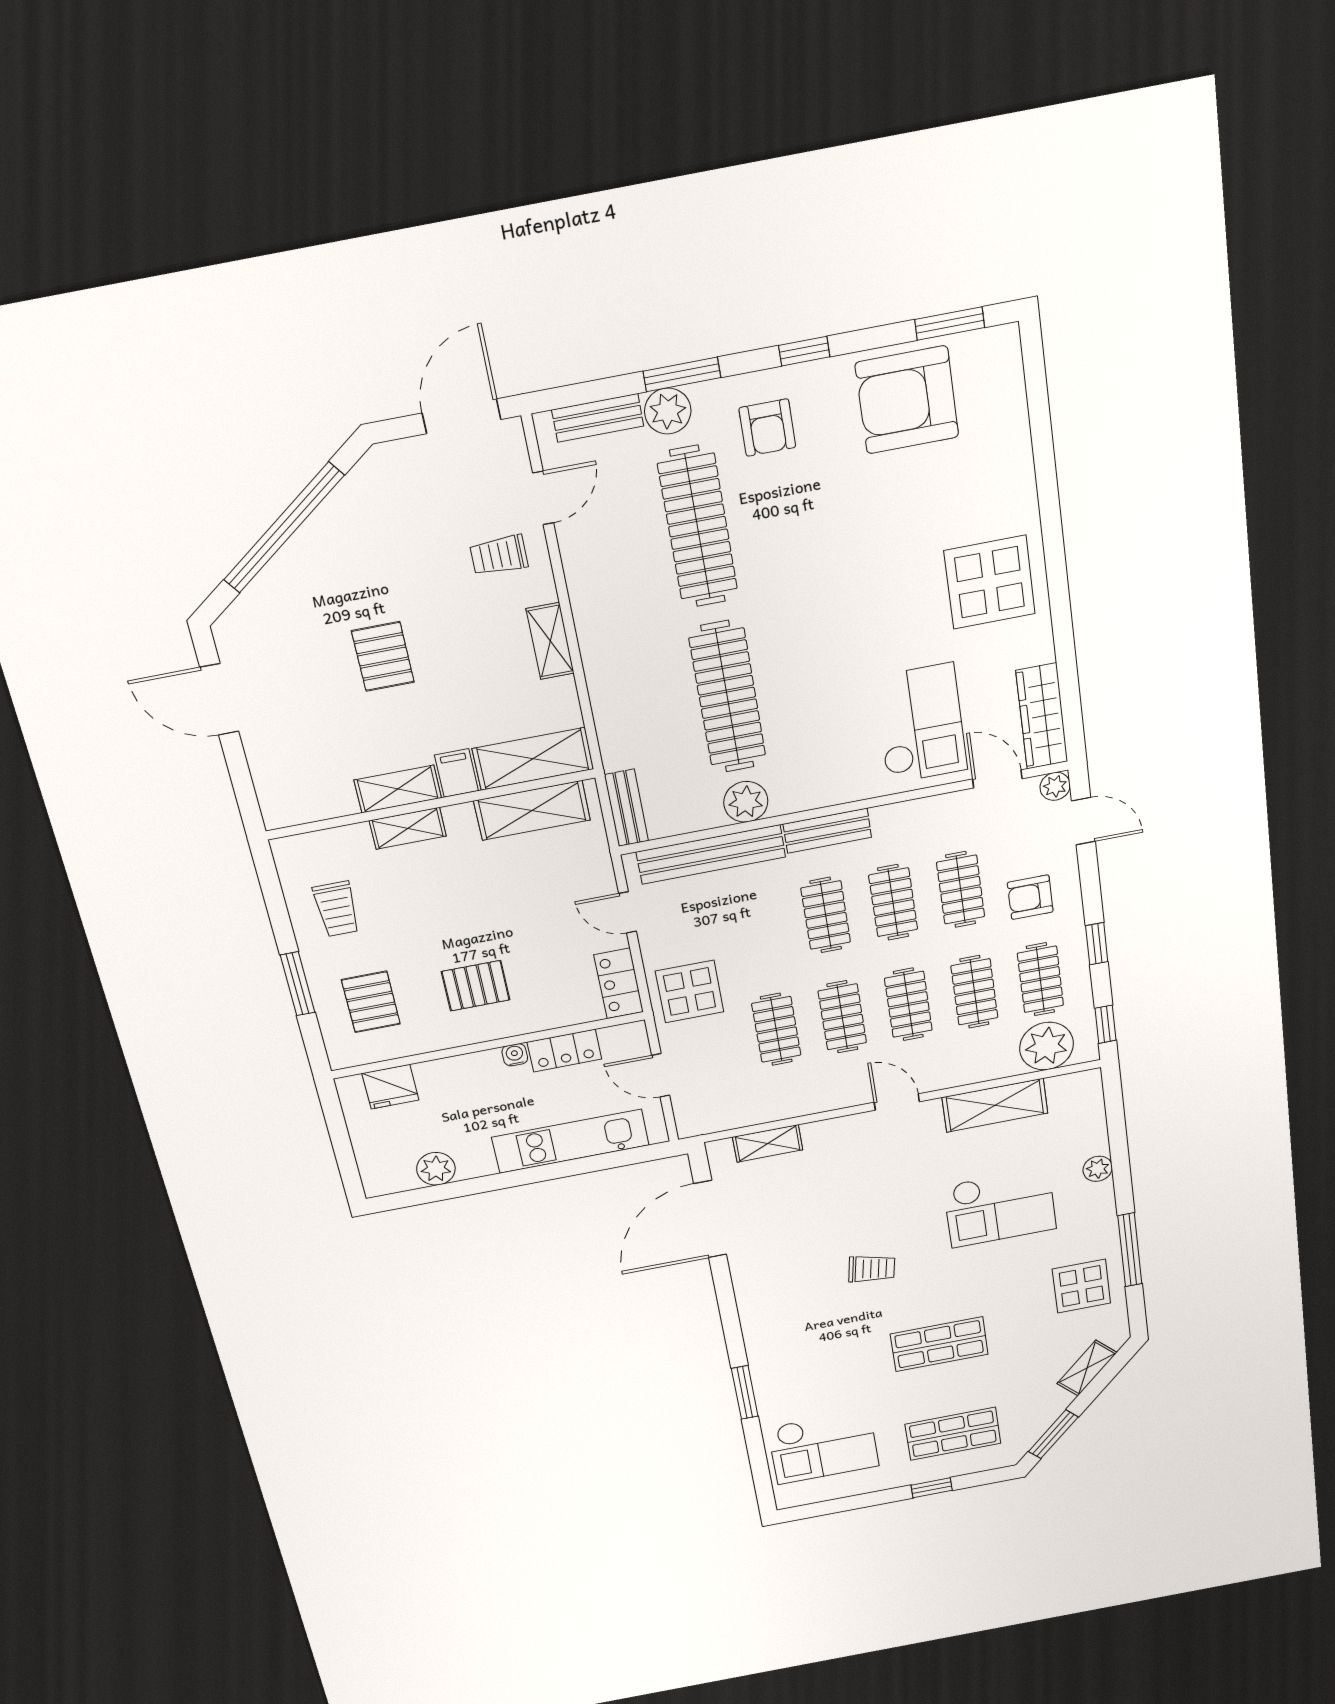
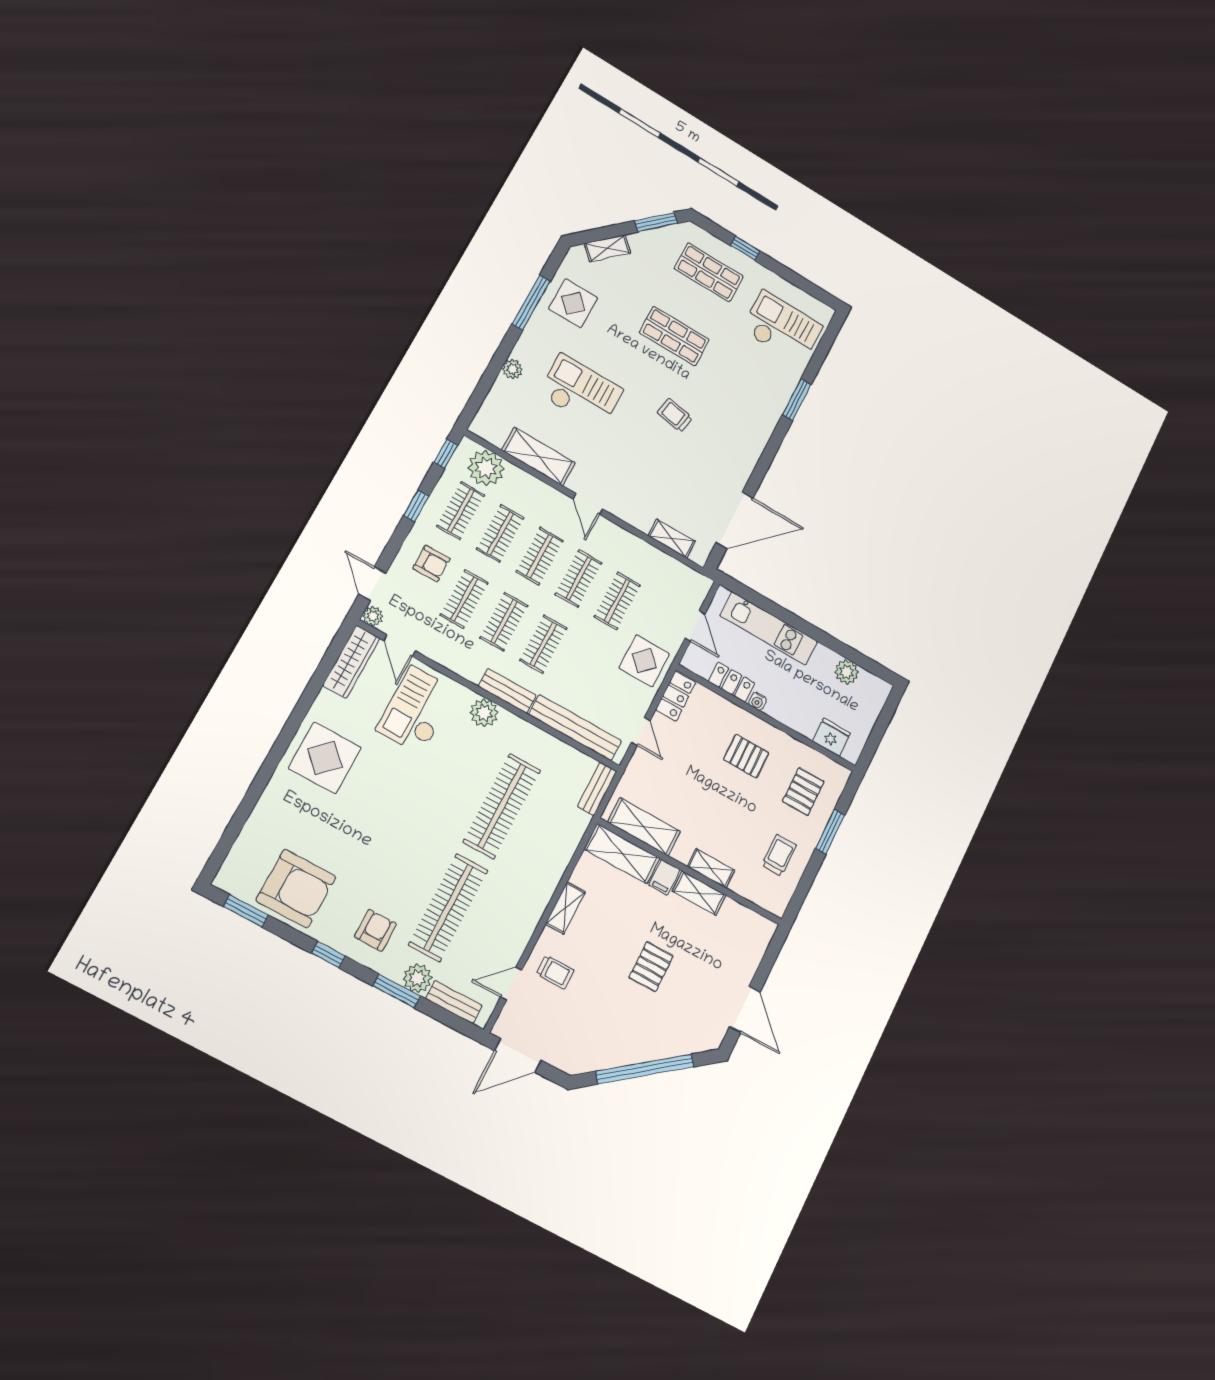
plant: (746, 802) -> (484, 713), moved

